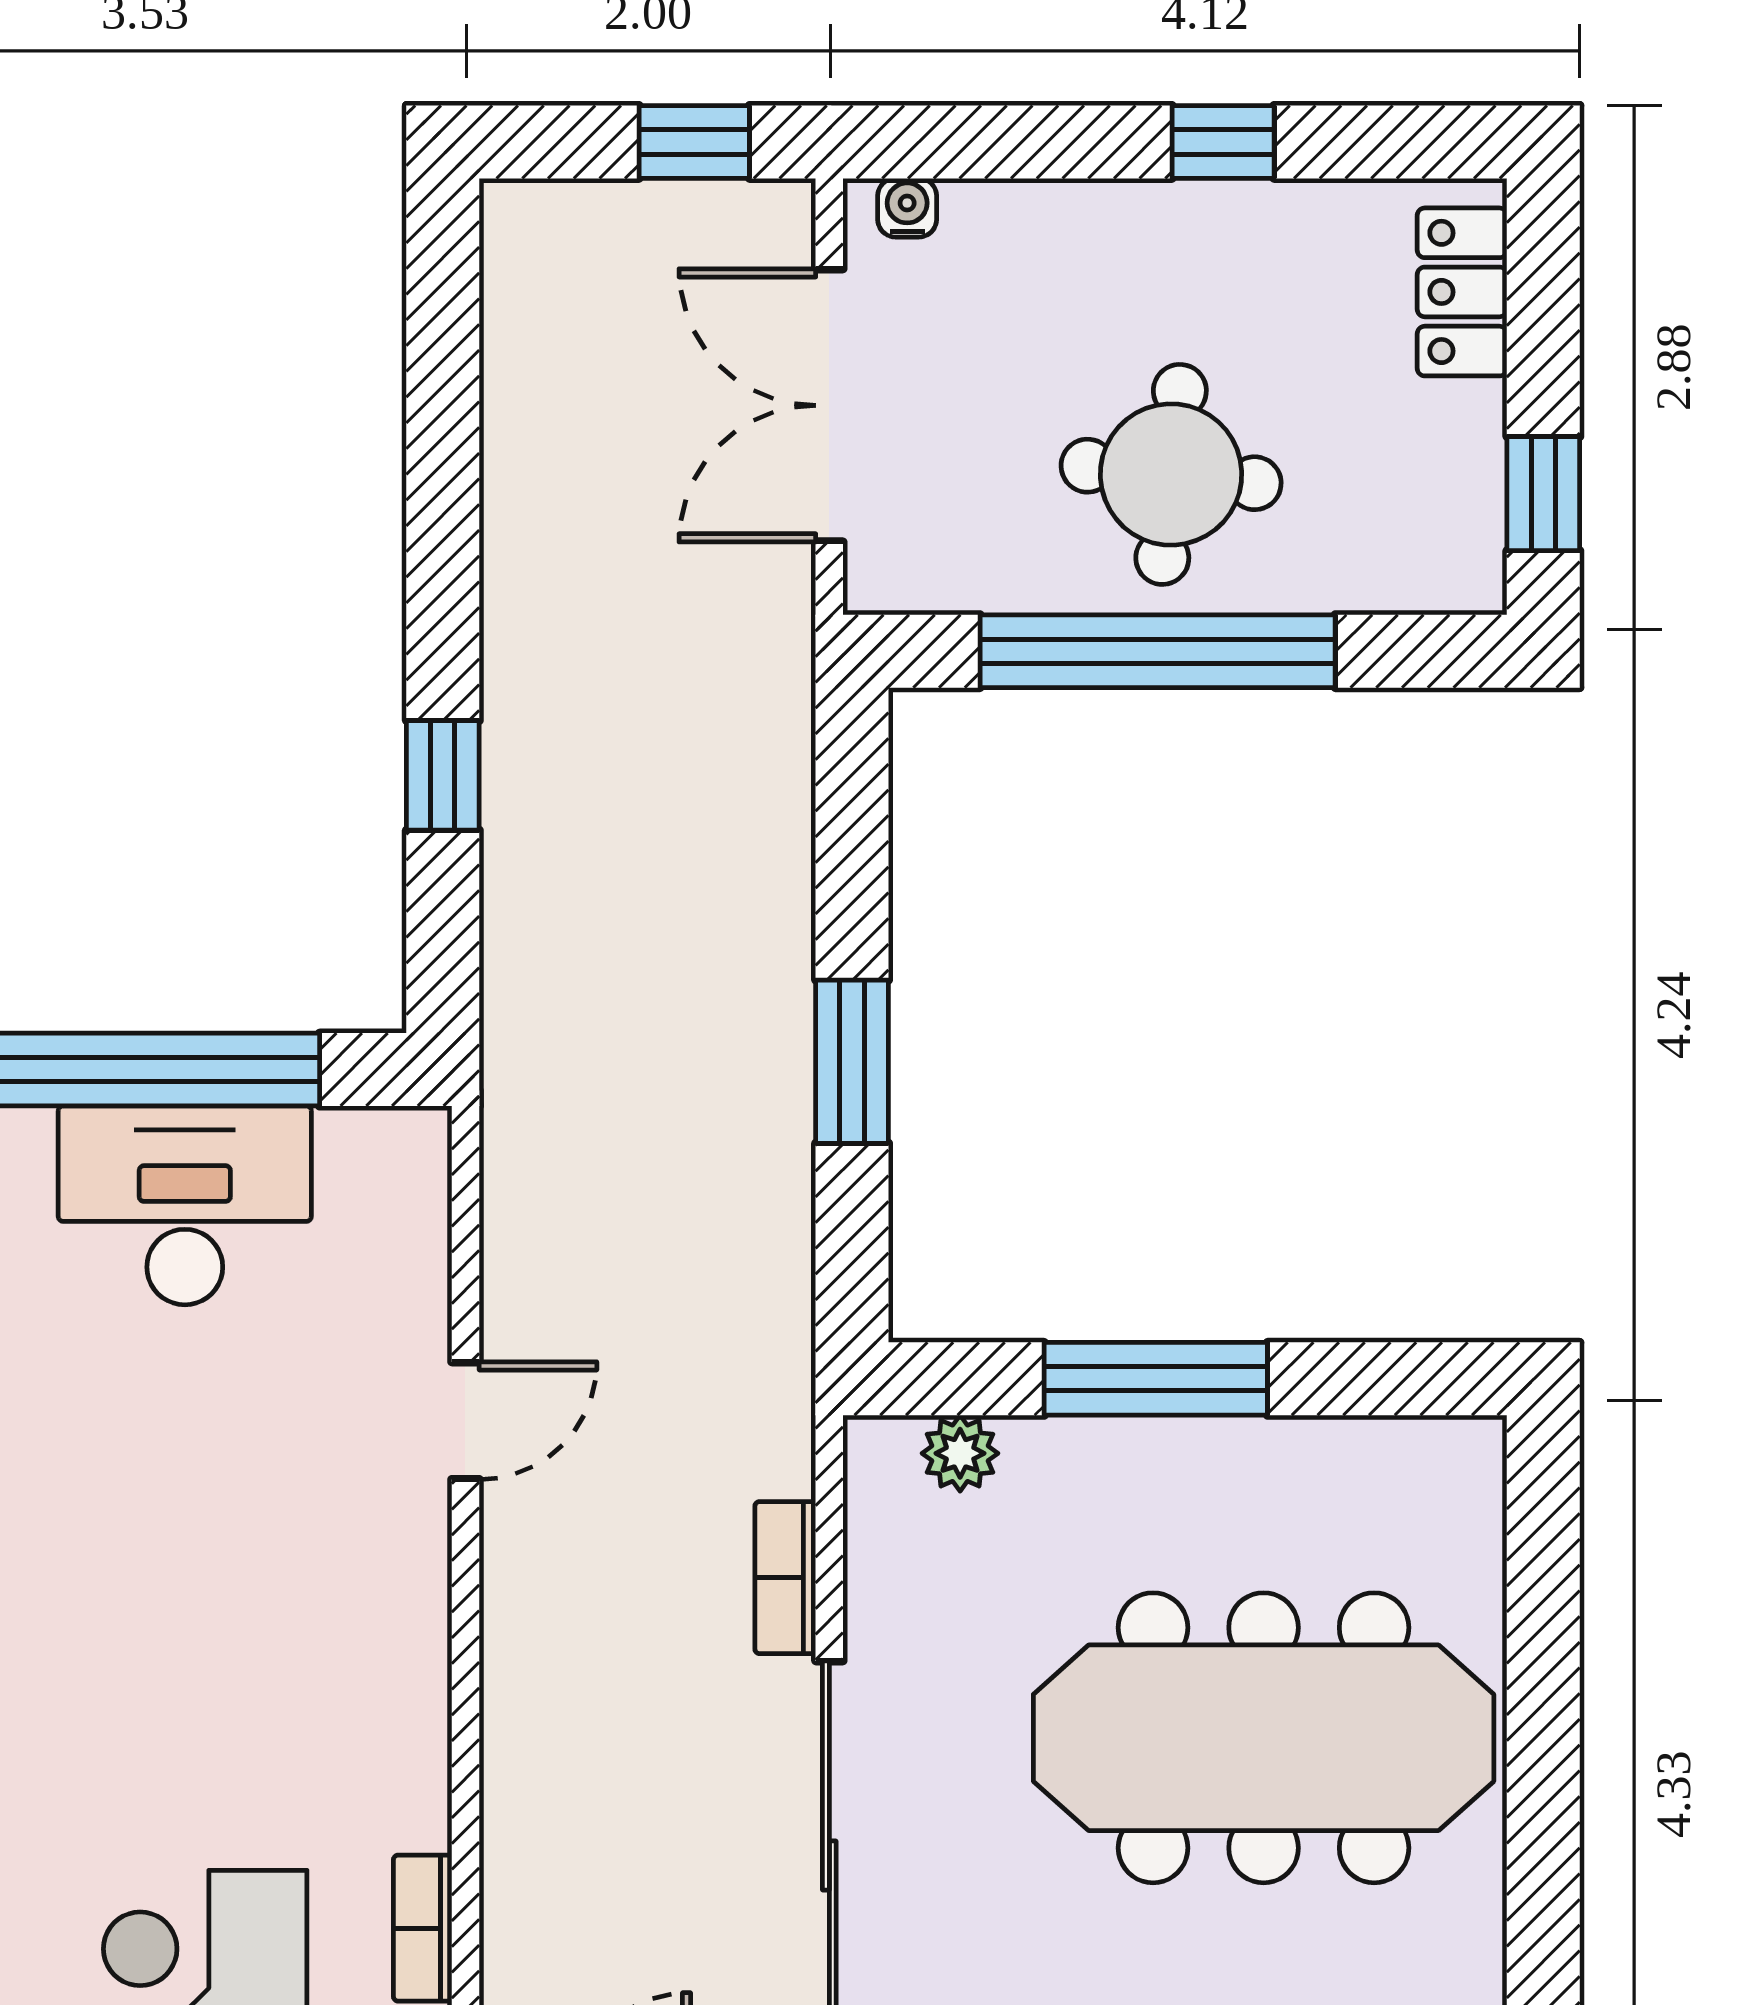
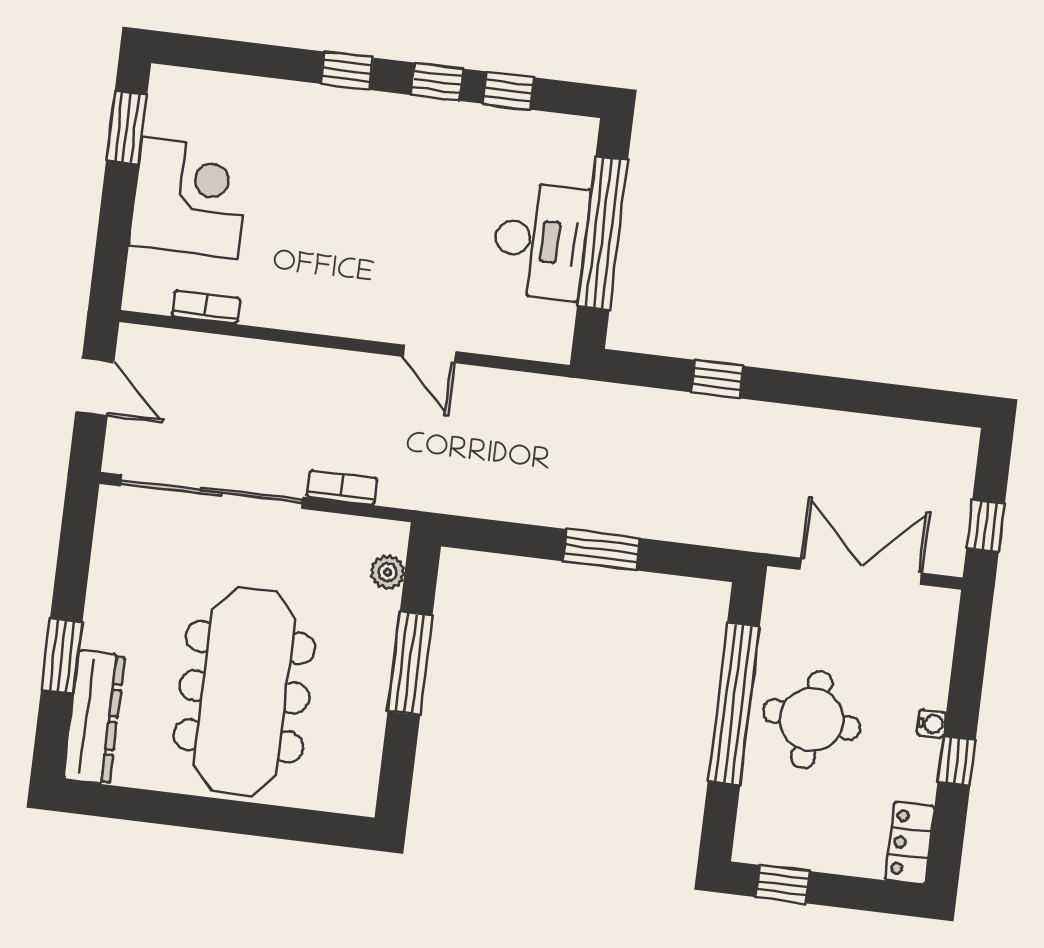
water cooler: (907, 208) -> (932, 724), moved
locker: (1462, 292) -> (910, 843), moved, turned -90
window: (852, 1062) -> (601, 550), moved

